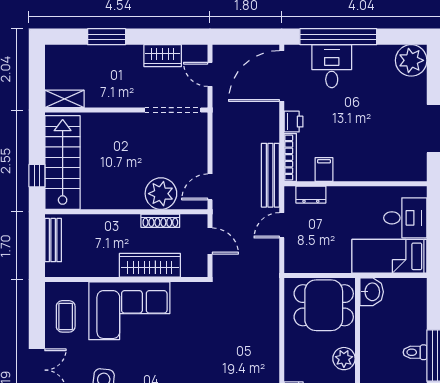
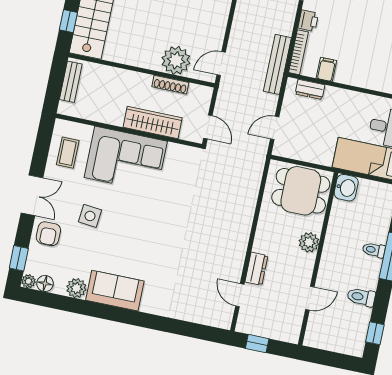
door: (282, 225) -> (275, 128), moved
door: (210, 241) -> (208, 127), moved

